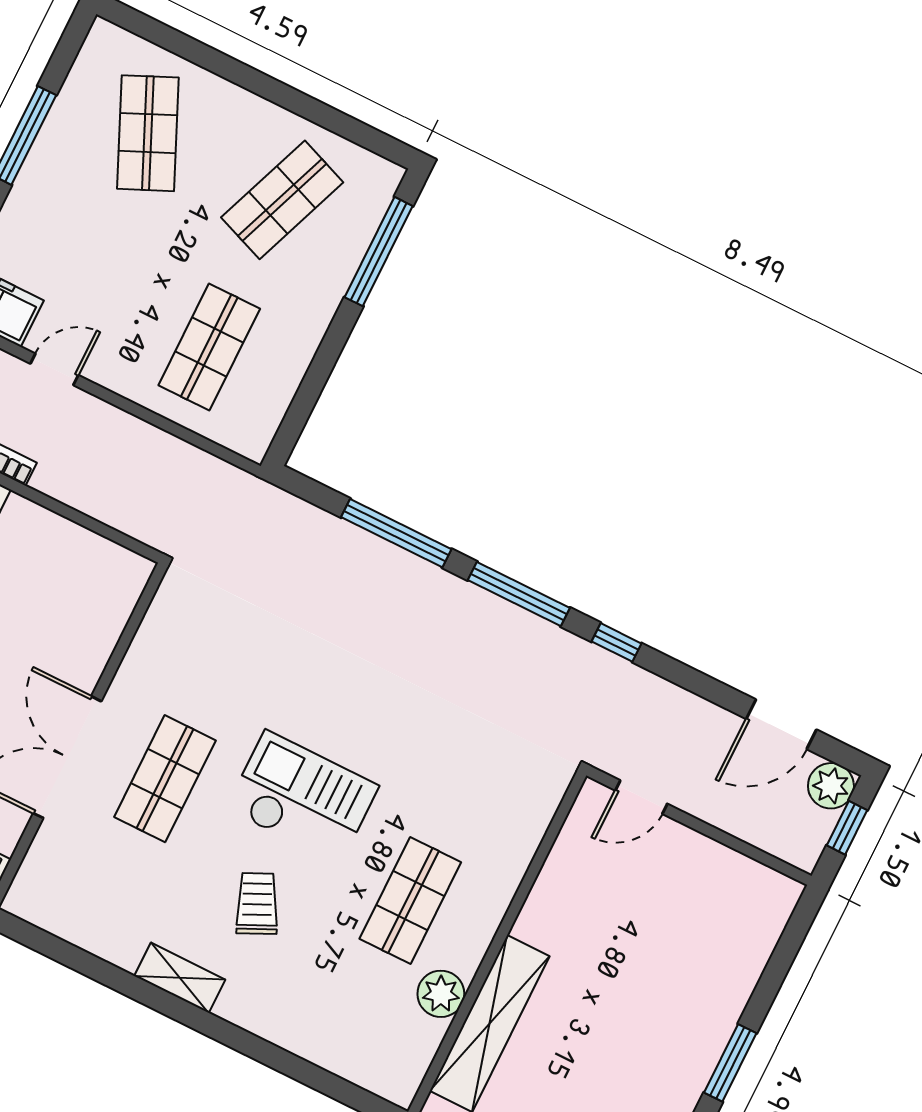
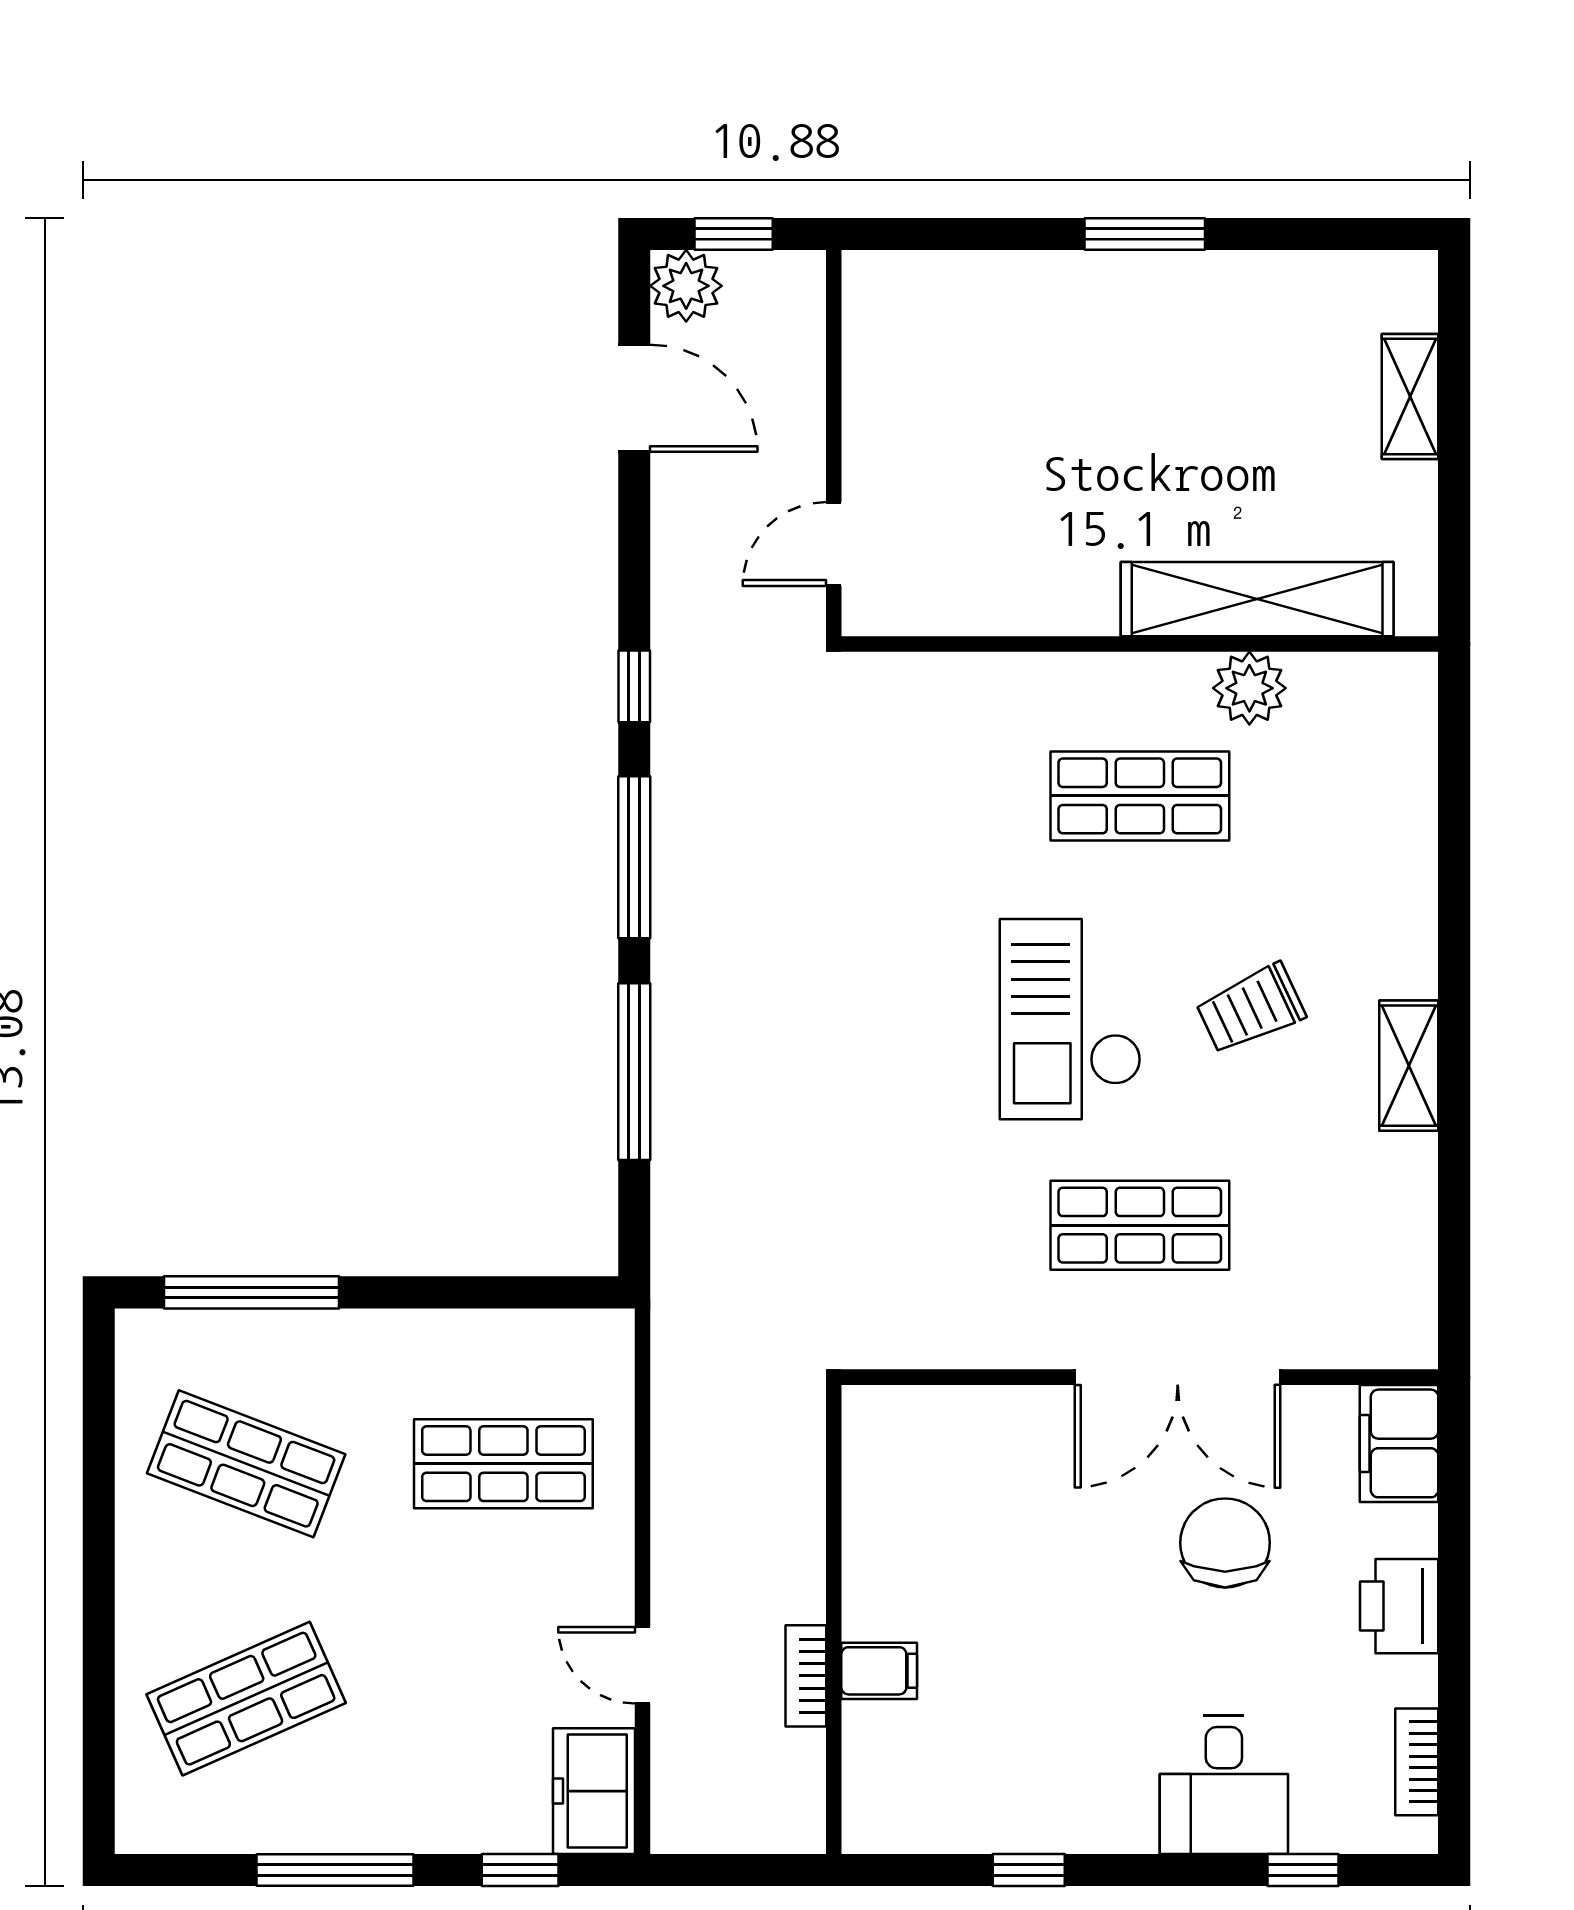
door: (641, 797) -> (834, 544), swing flipped

